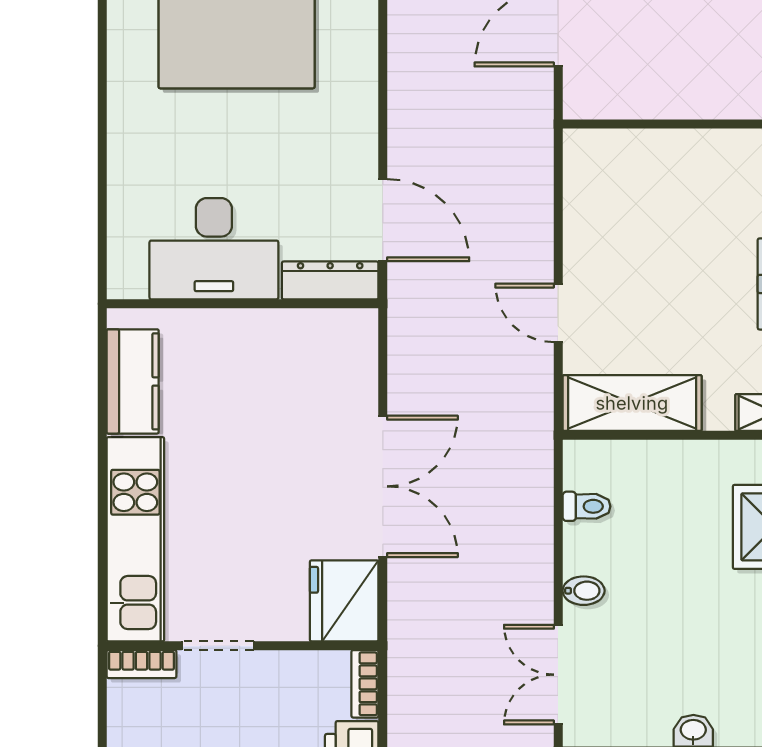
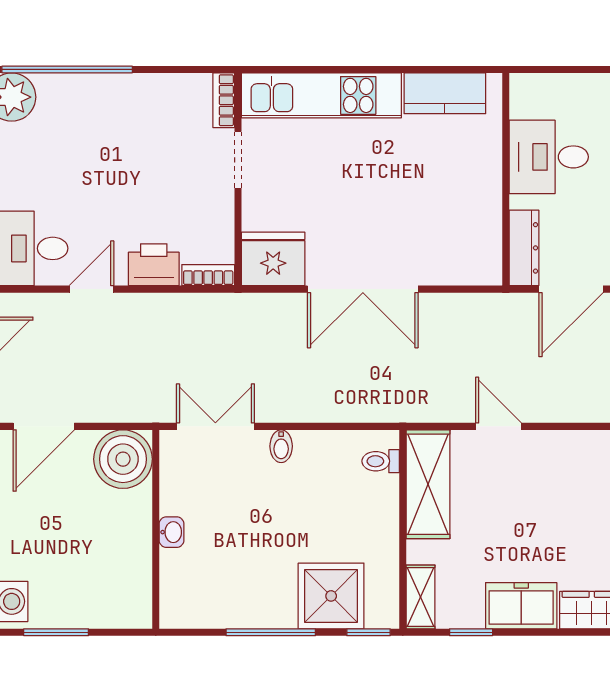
desk: (214, 249) -> (549, 157), width x0.73
door: (558, 313) -> (499, 426), hinge flipped
toilet: (587, 506) -> (381, 461), moved, turned 90

